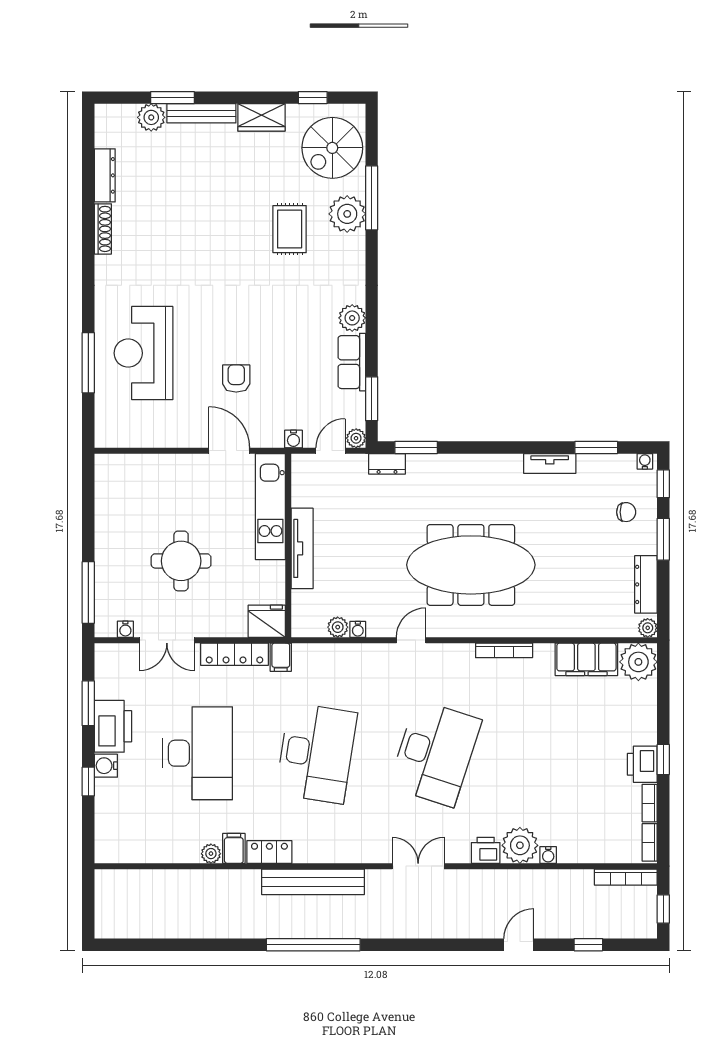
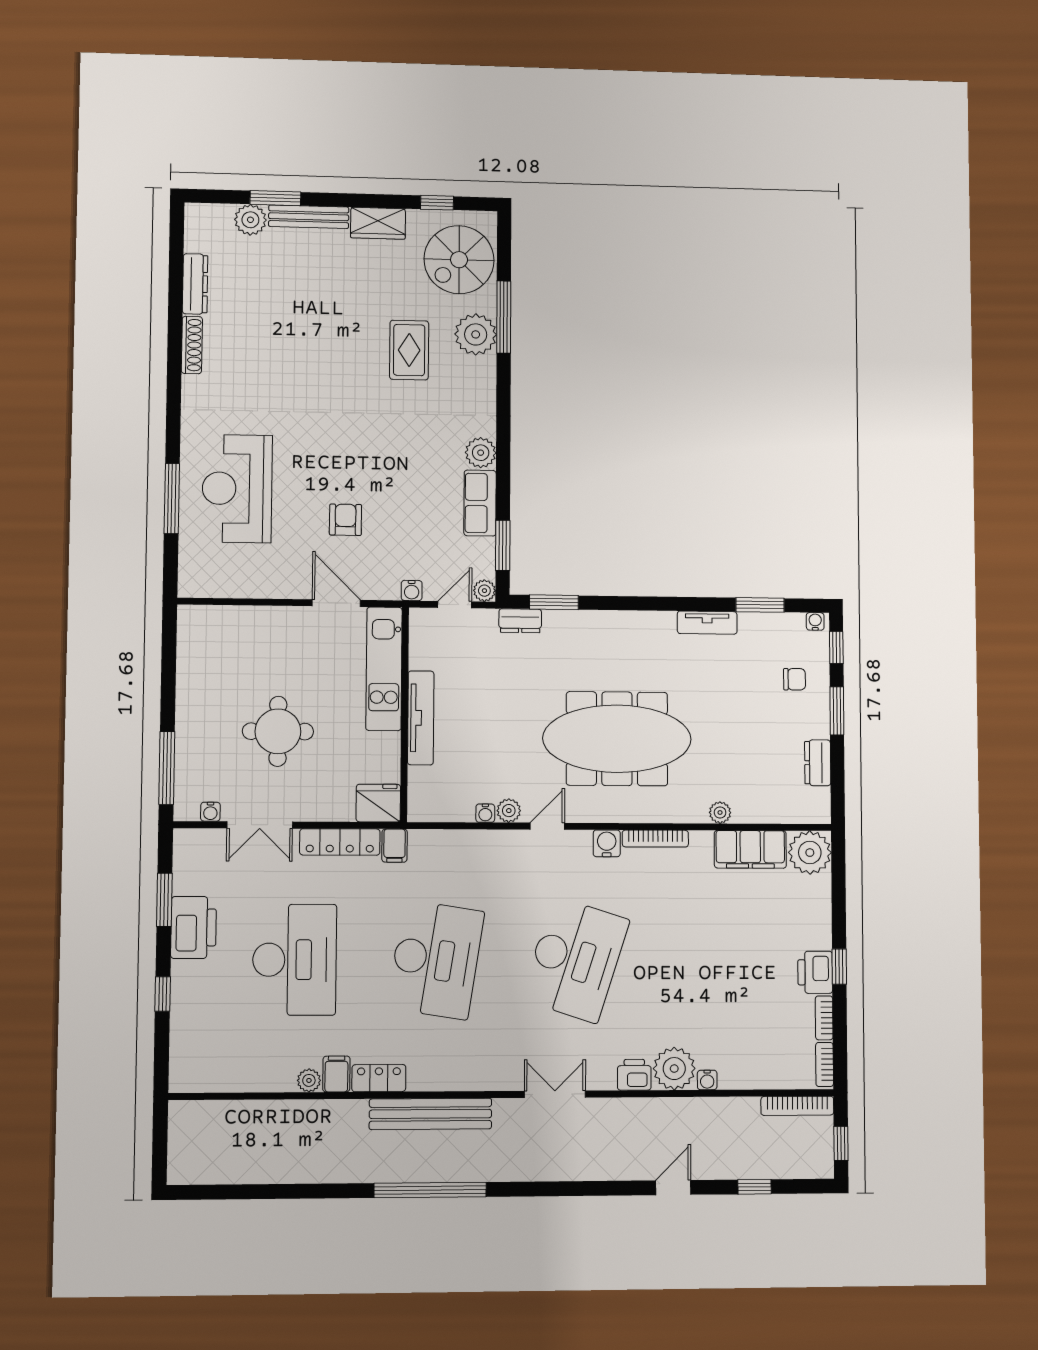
dresser: (646, 584) -> (818, 763), width x0.70
plant: (338, 627) -> (509, 811), moved
plant: (648, 628) -> (720, 813), moved
water cooler: (106, 766) -> (607, 843), moved, turned 90

